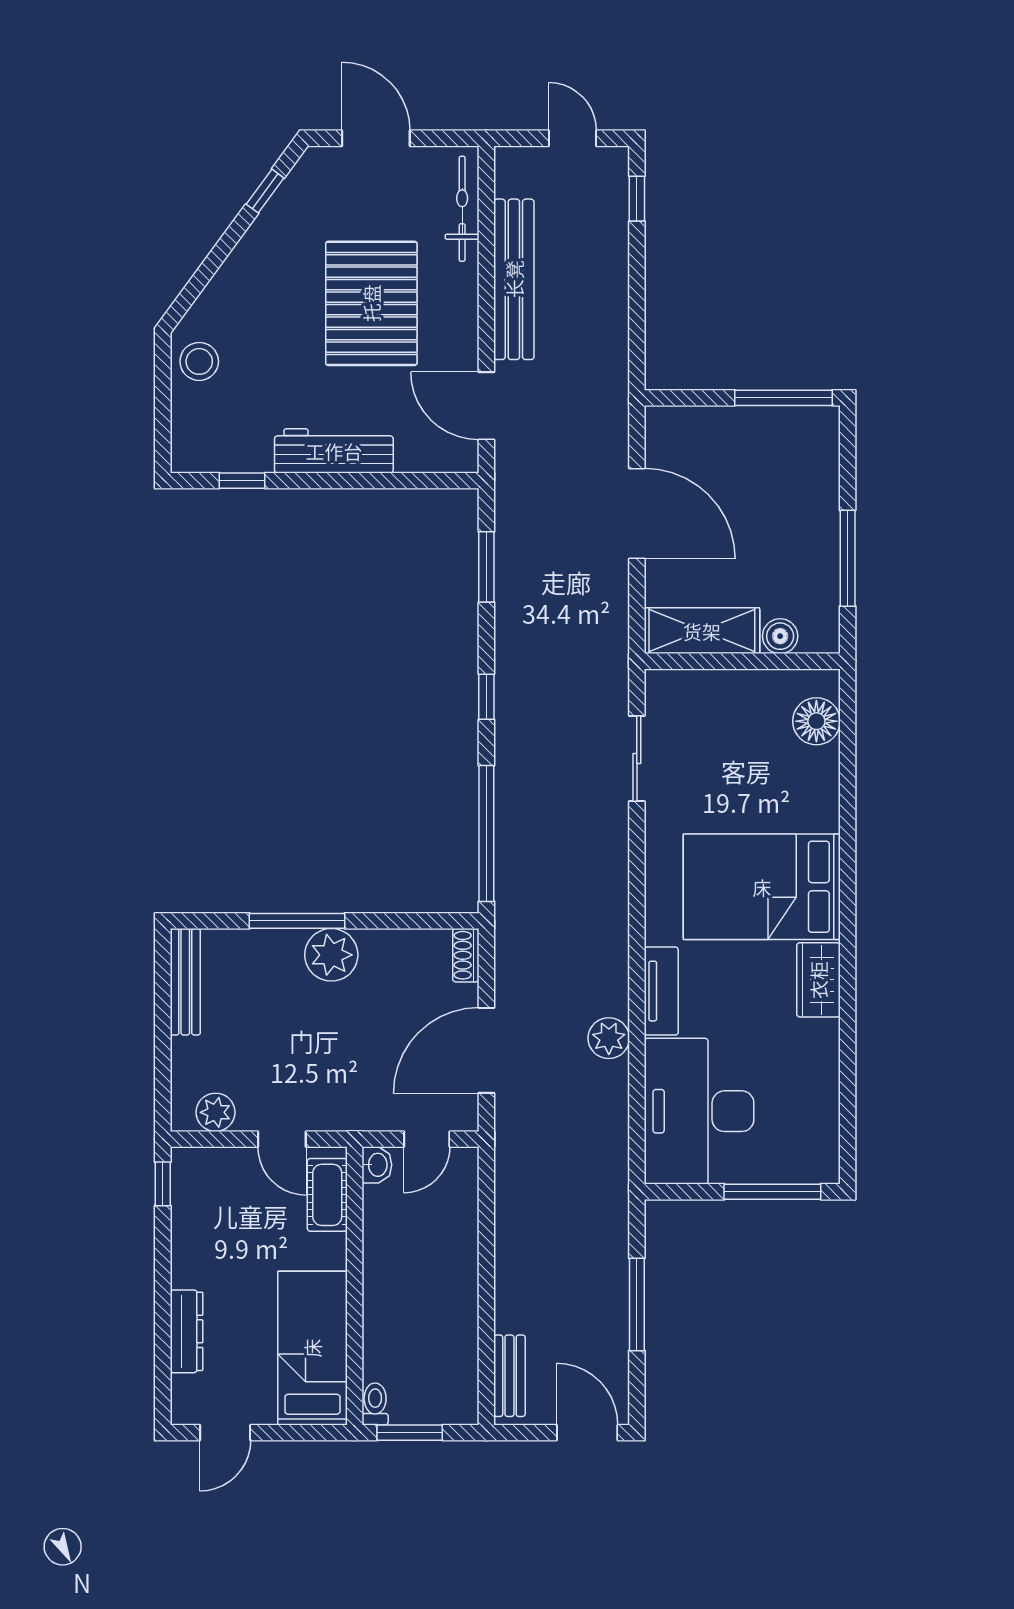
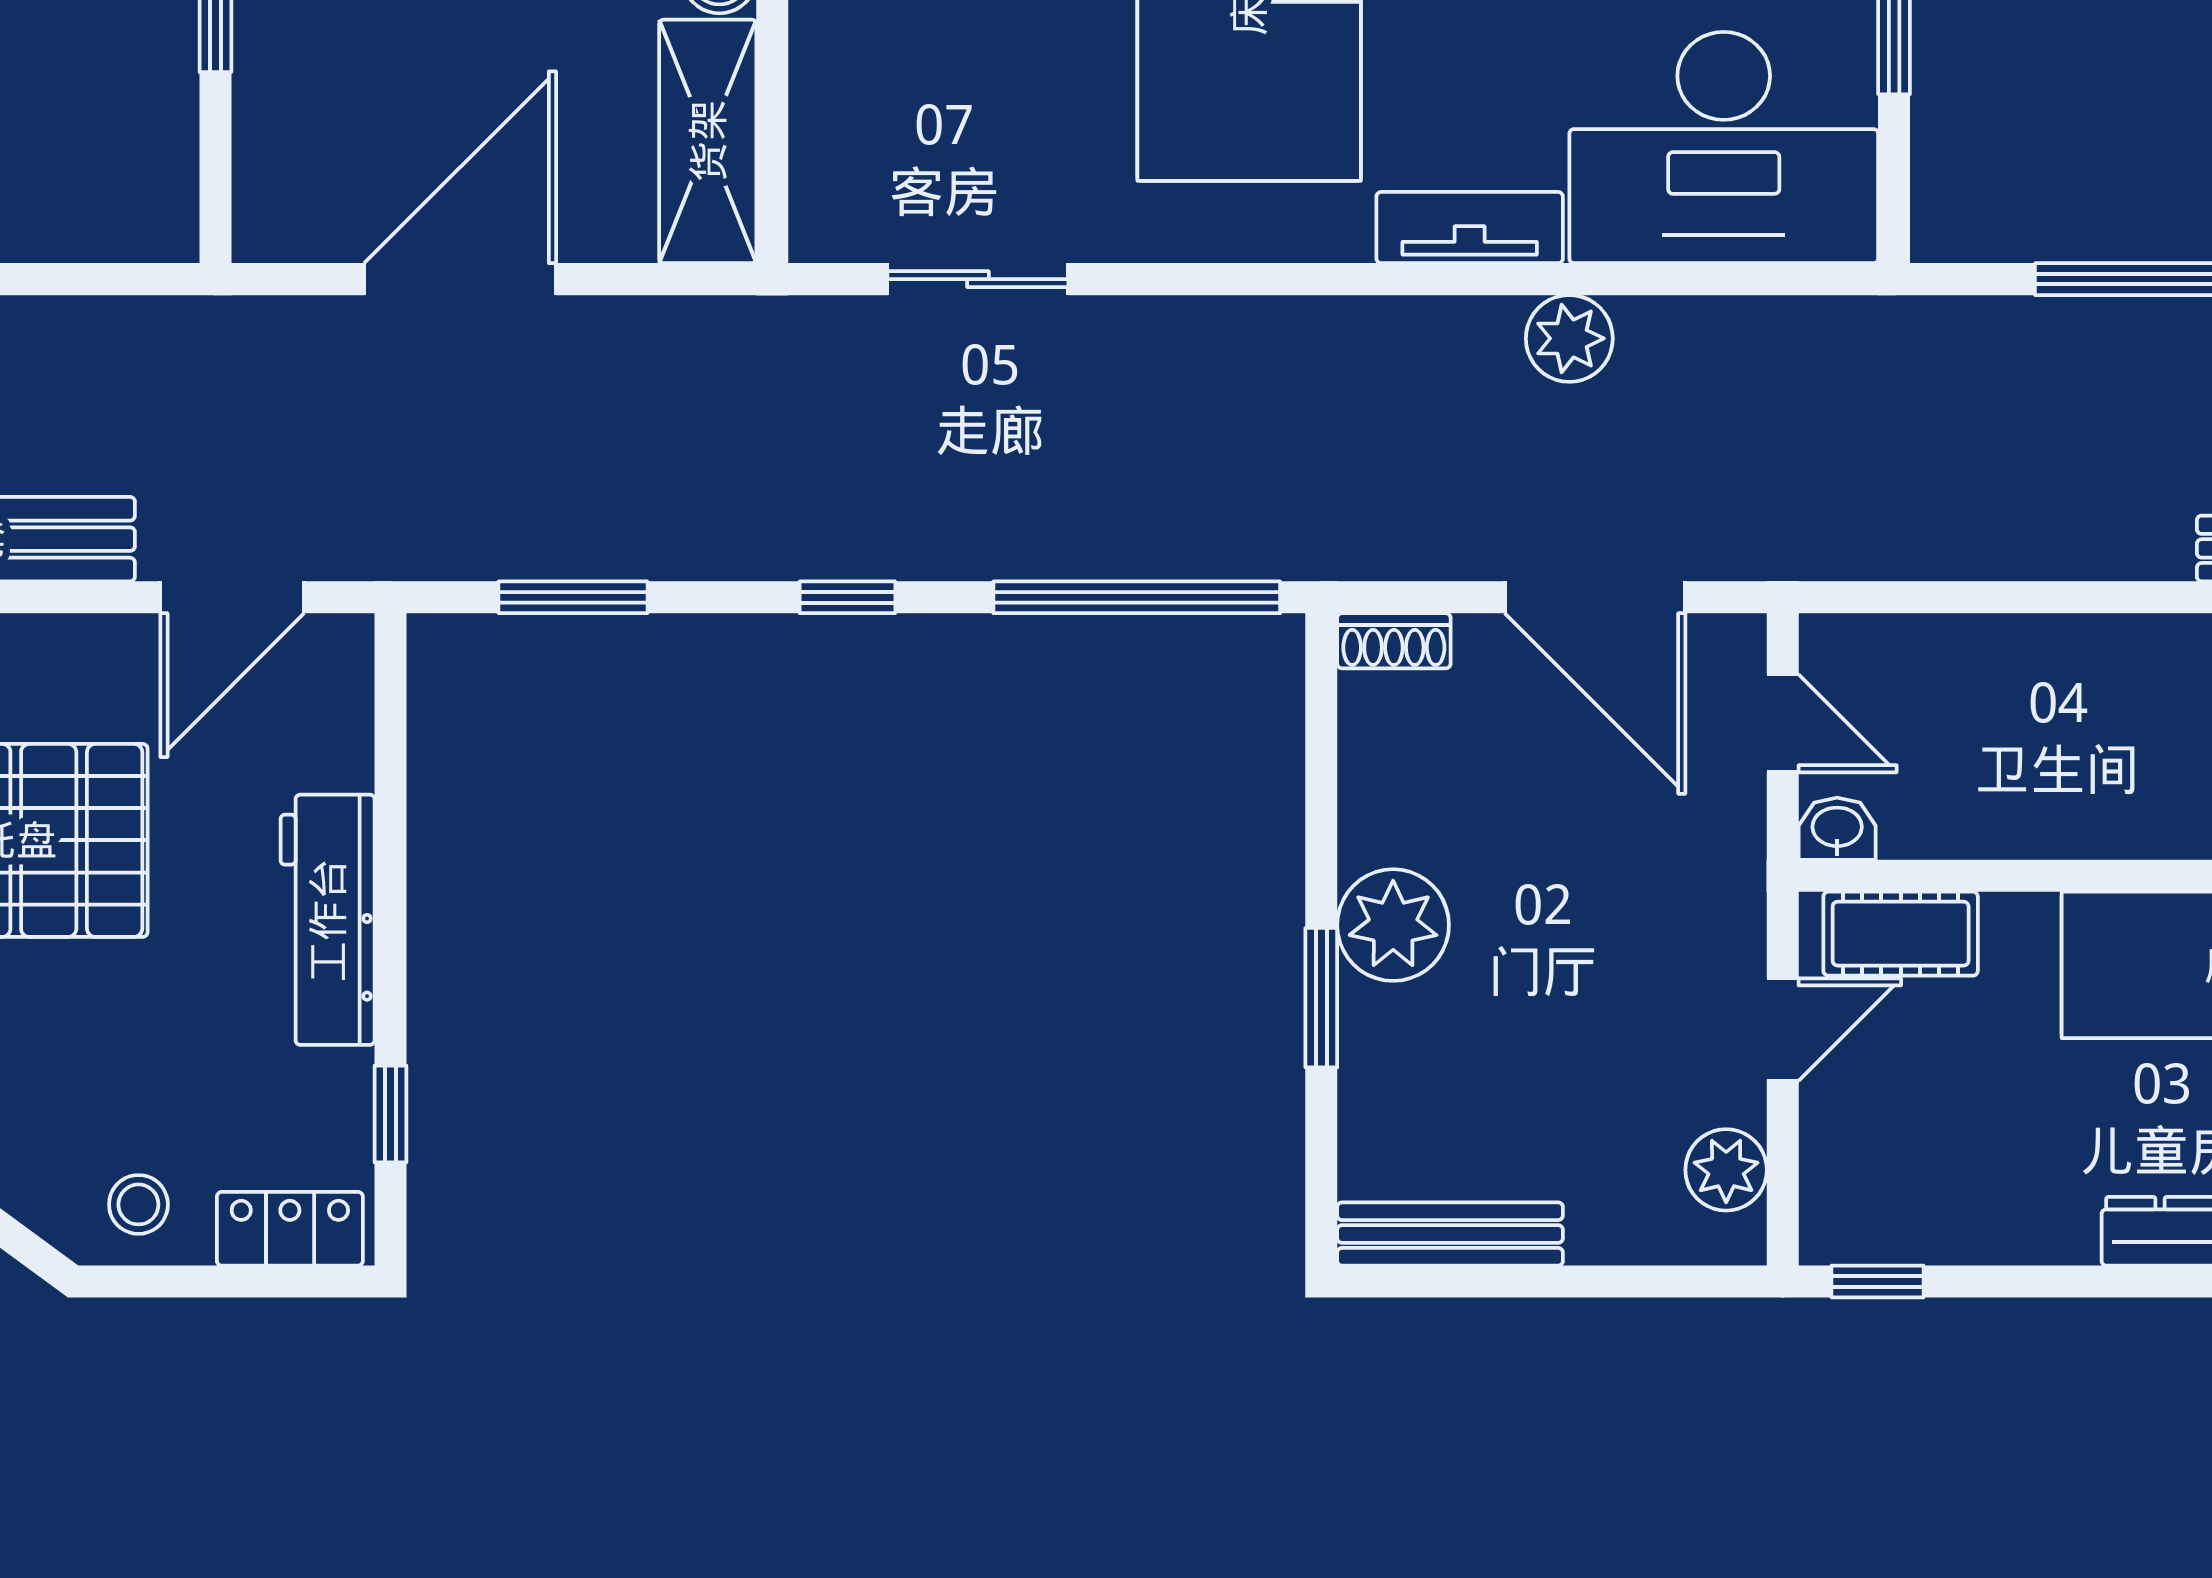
stool: (199, 361) -> (138, 1204), width x0.73, depth x0.73
locker: (188, 433) -> (290, 1229), added
window: (297, 921) -> (1321, 998), width x0.69

